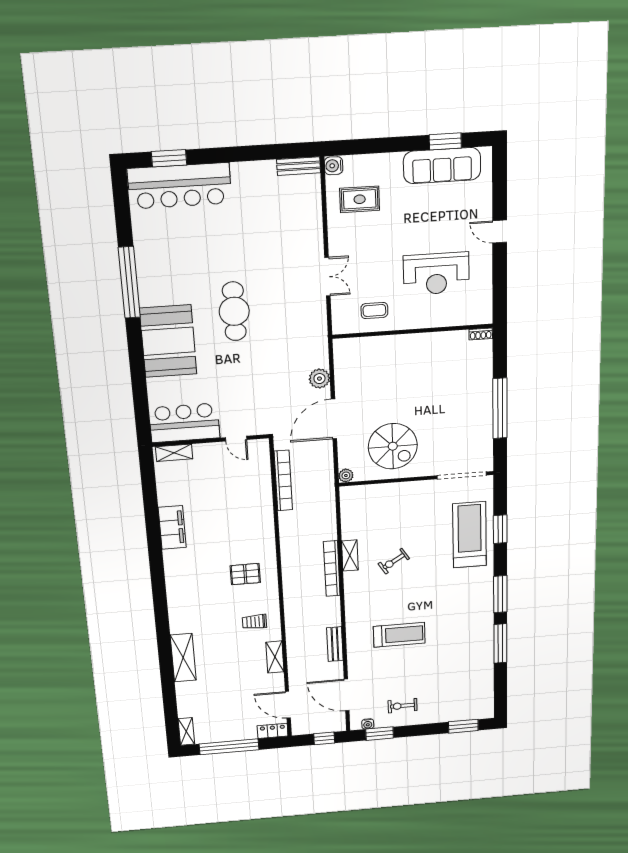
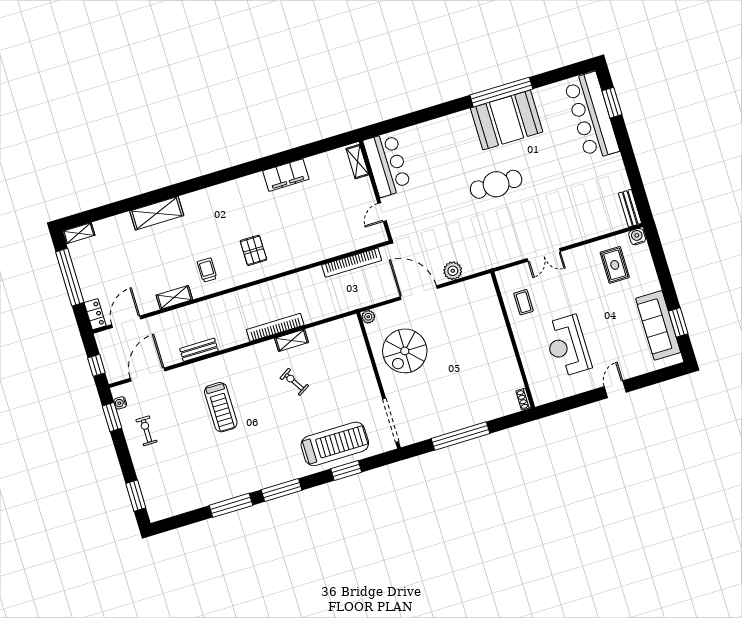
booth: (168, 341) -> (507, 120), moved

